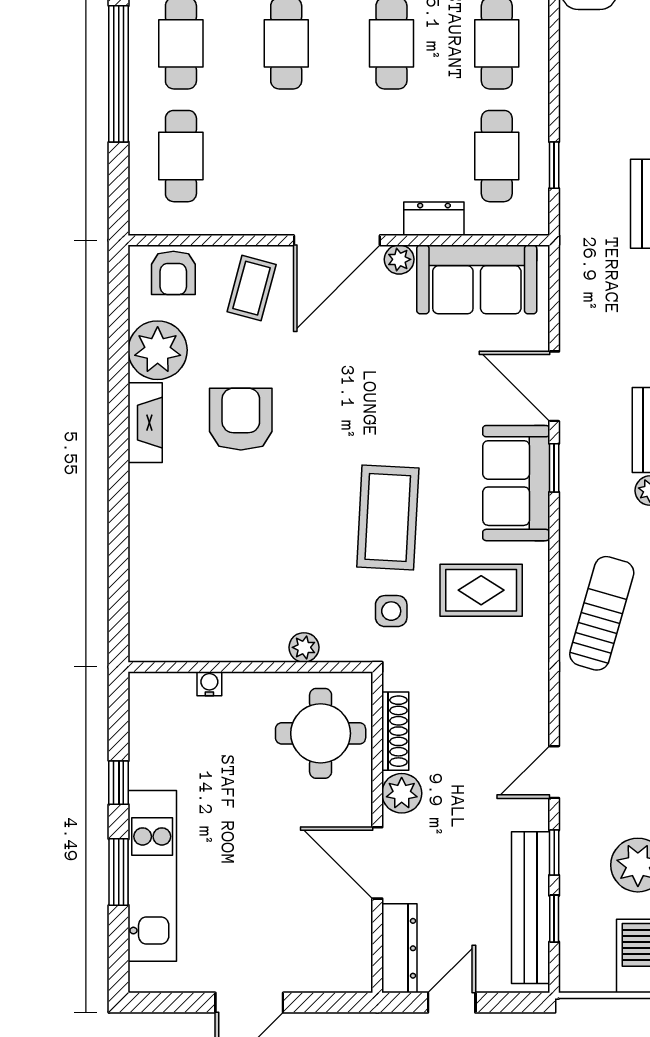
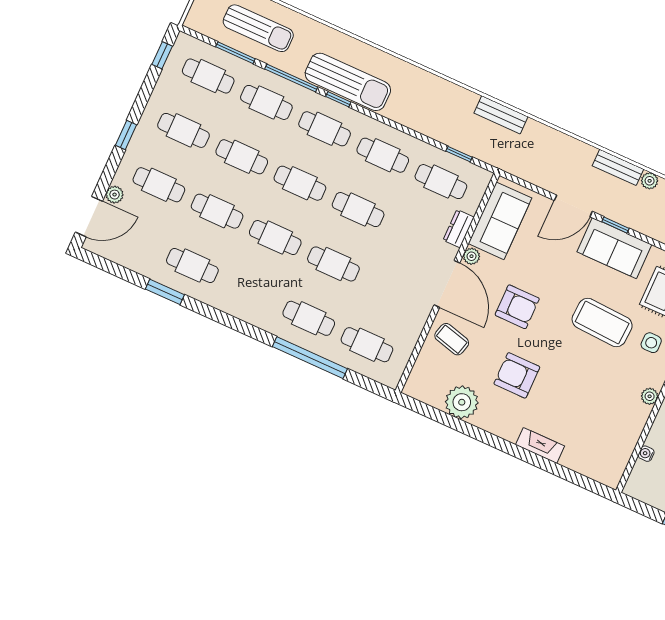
armchair: (173, 273) -> (517, 307), moved, width x1.38, depth x1.38
fireplace: (145, 423) -> (540, 445), moved

